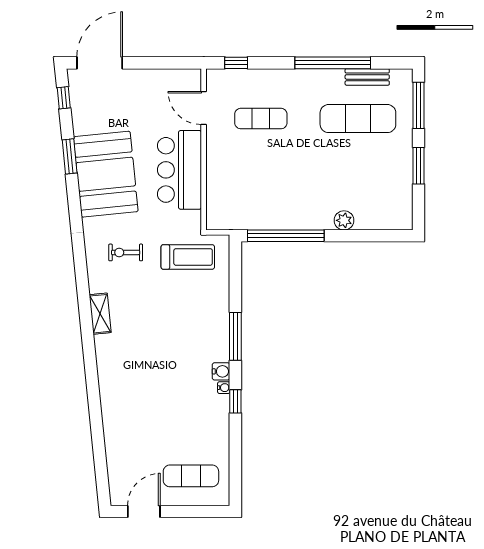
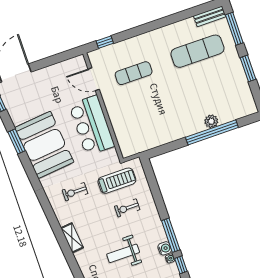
window: (333, 63) -> (168, 20), removed
bench: (367, 77) -> (210, 16), moved
window: (286, 236) -> (212, 132), moved
exercise bike: (189, 299) -> (127, 208), added
window: (235, 336) -> (171, 235), moved
weight bench: (162, 359) -> (123, 253), added

